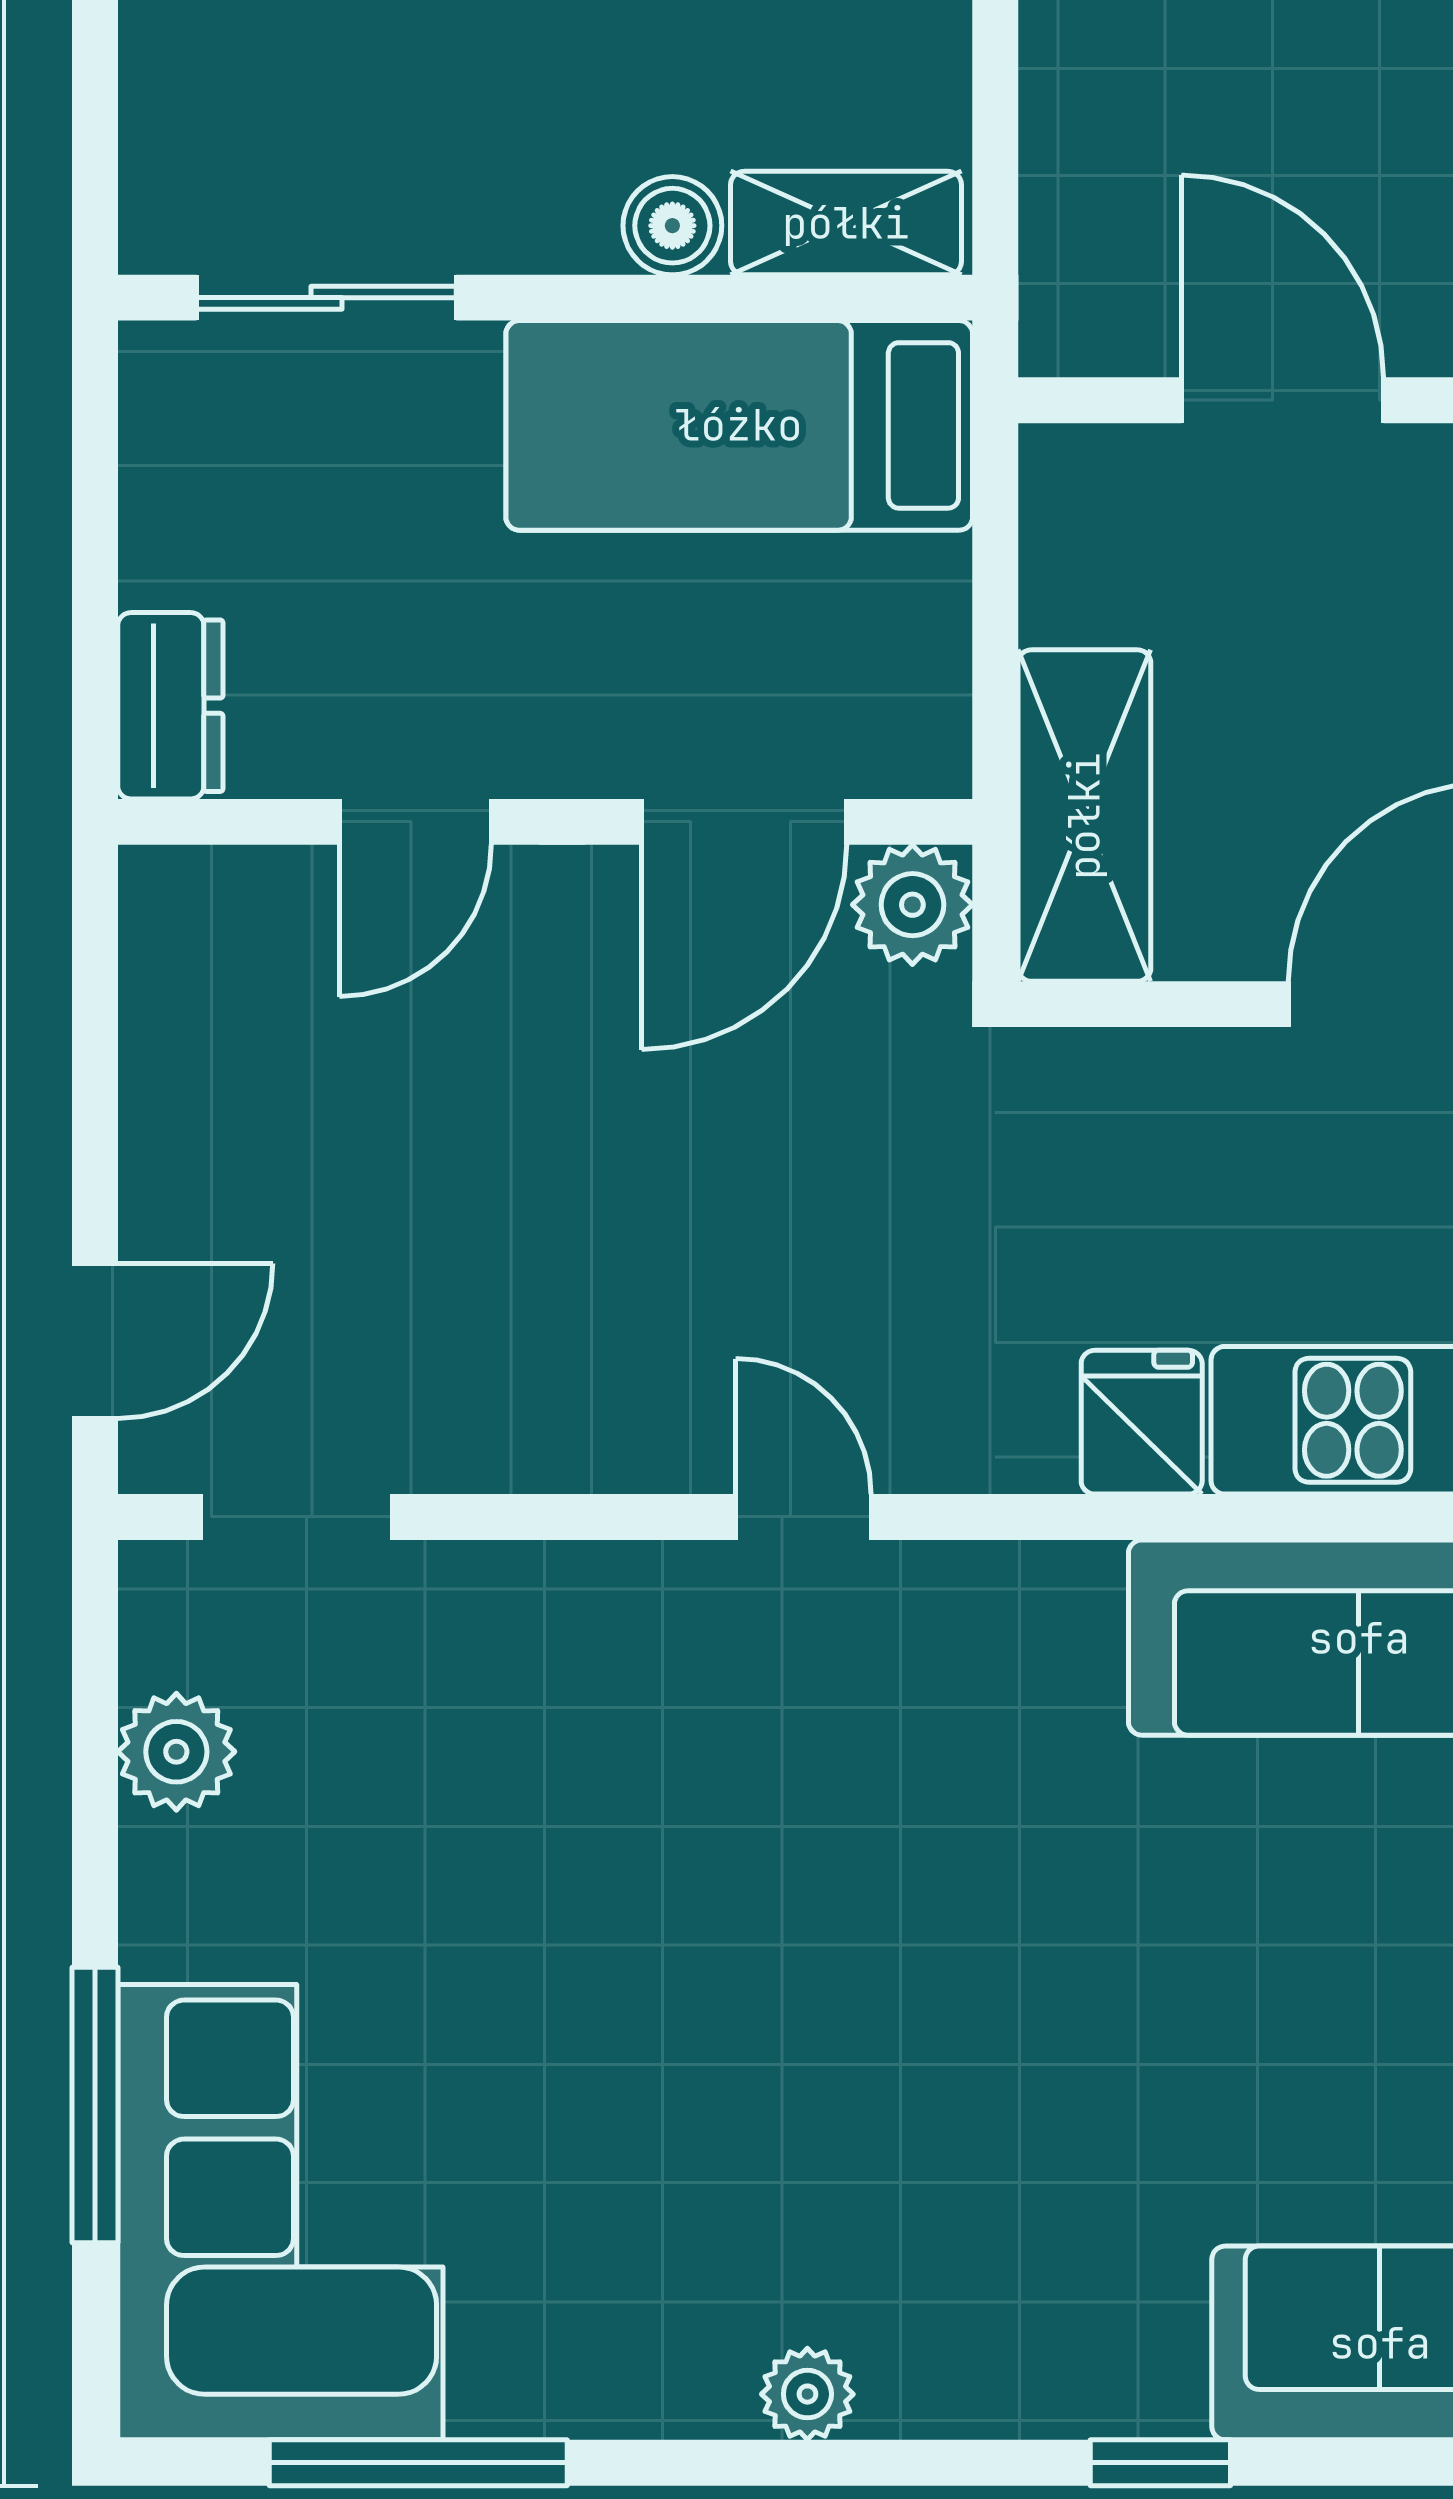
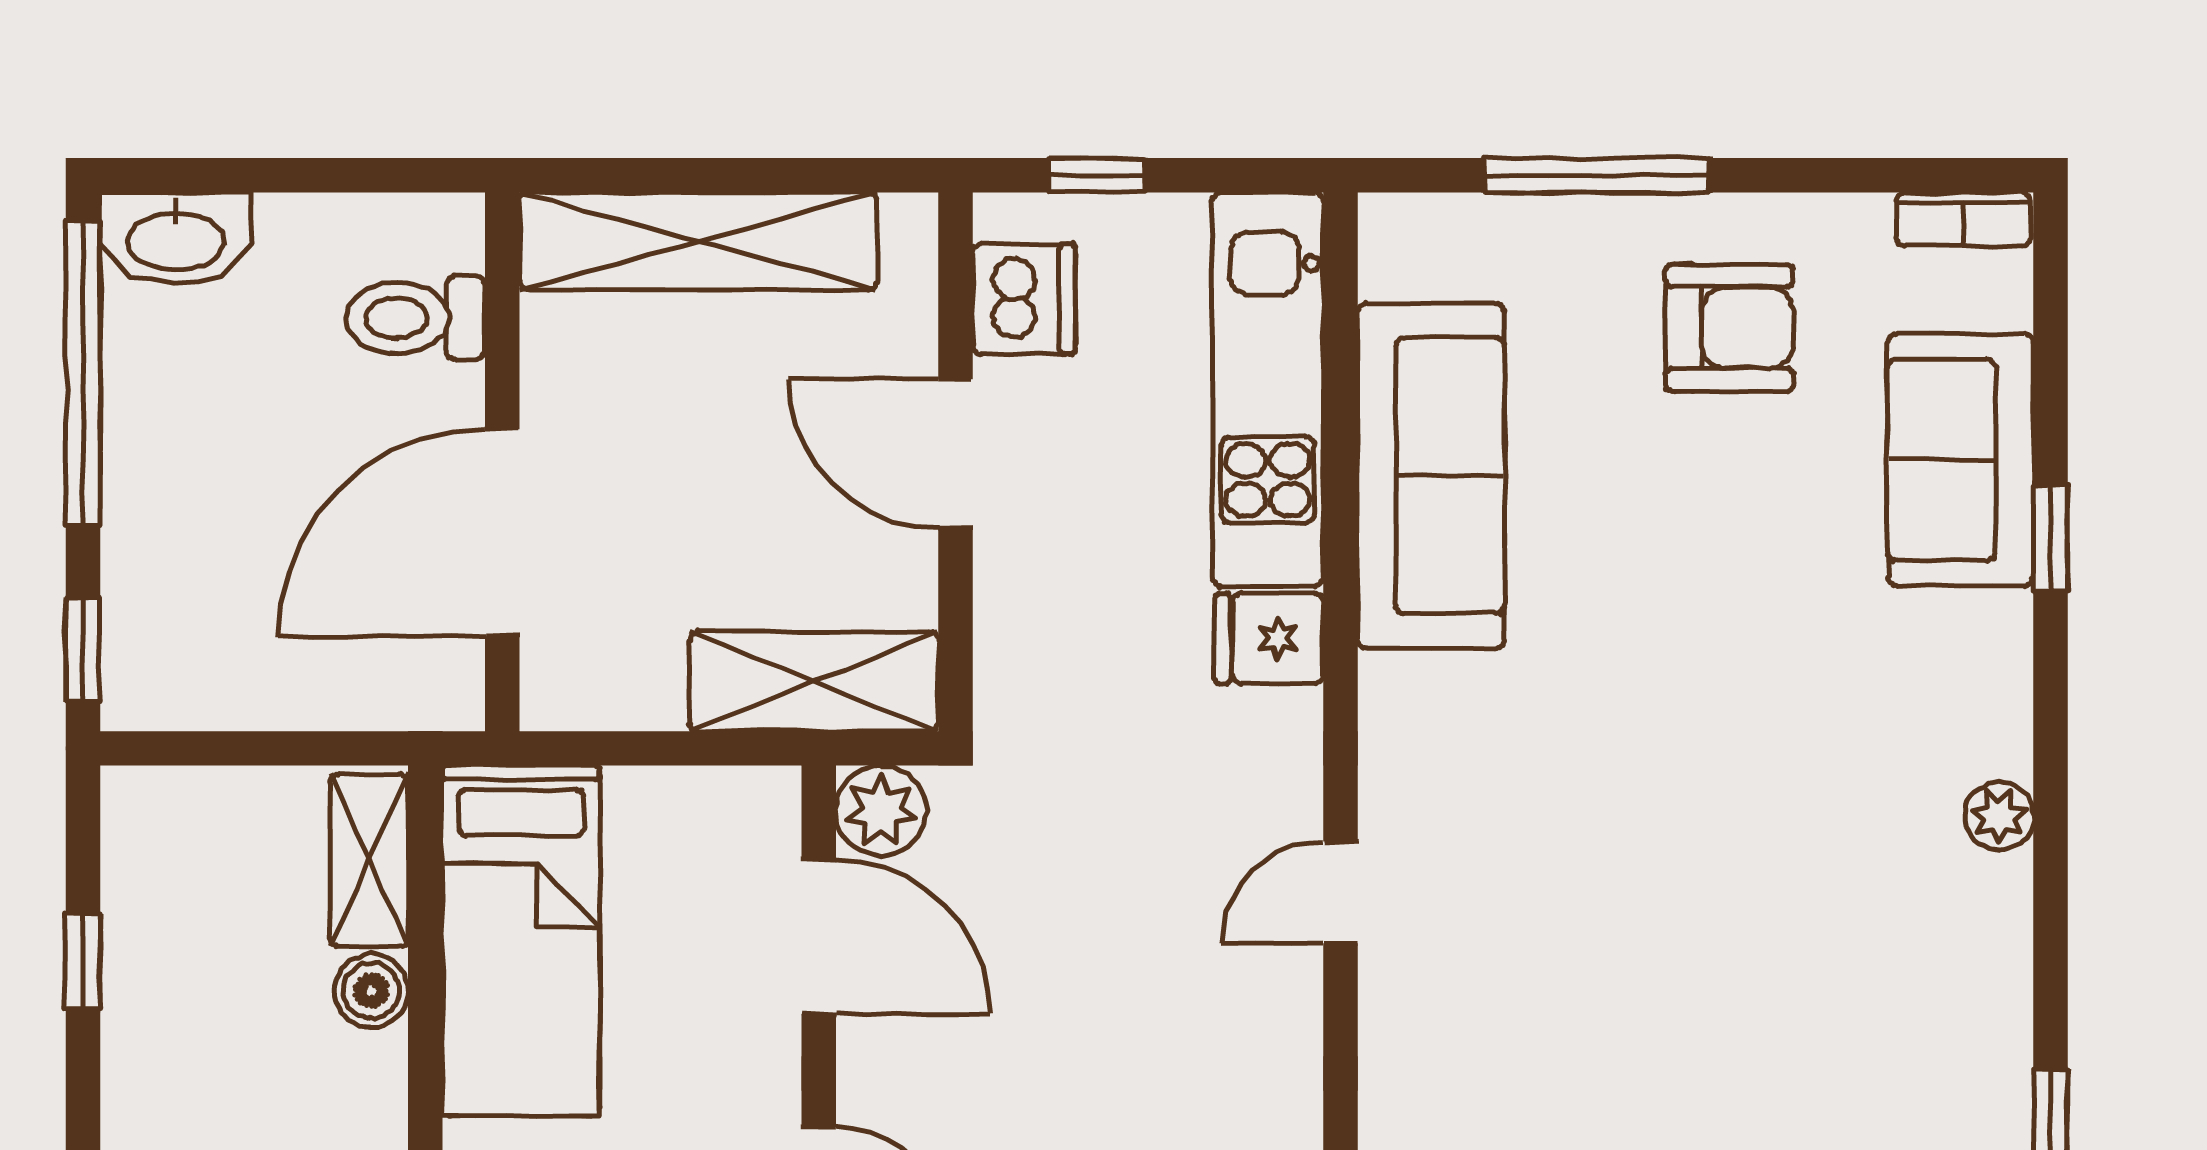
door: (1283, 400) -> (502, 533), width x1.36
plant: (807, 2394) -> (1999, 816), moved
window: (1160, 2463) -> (2050, 539), moved

